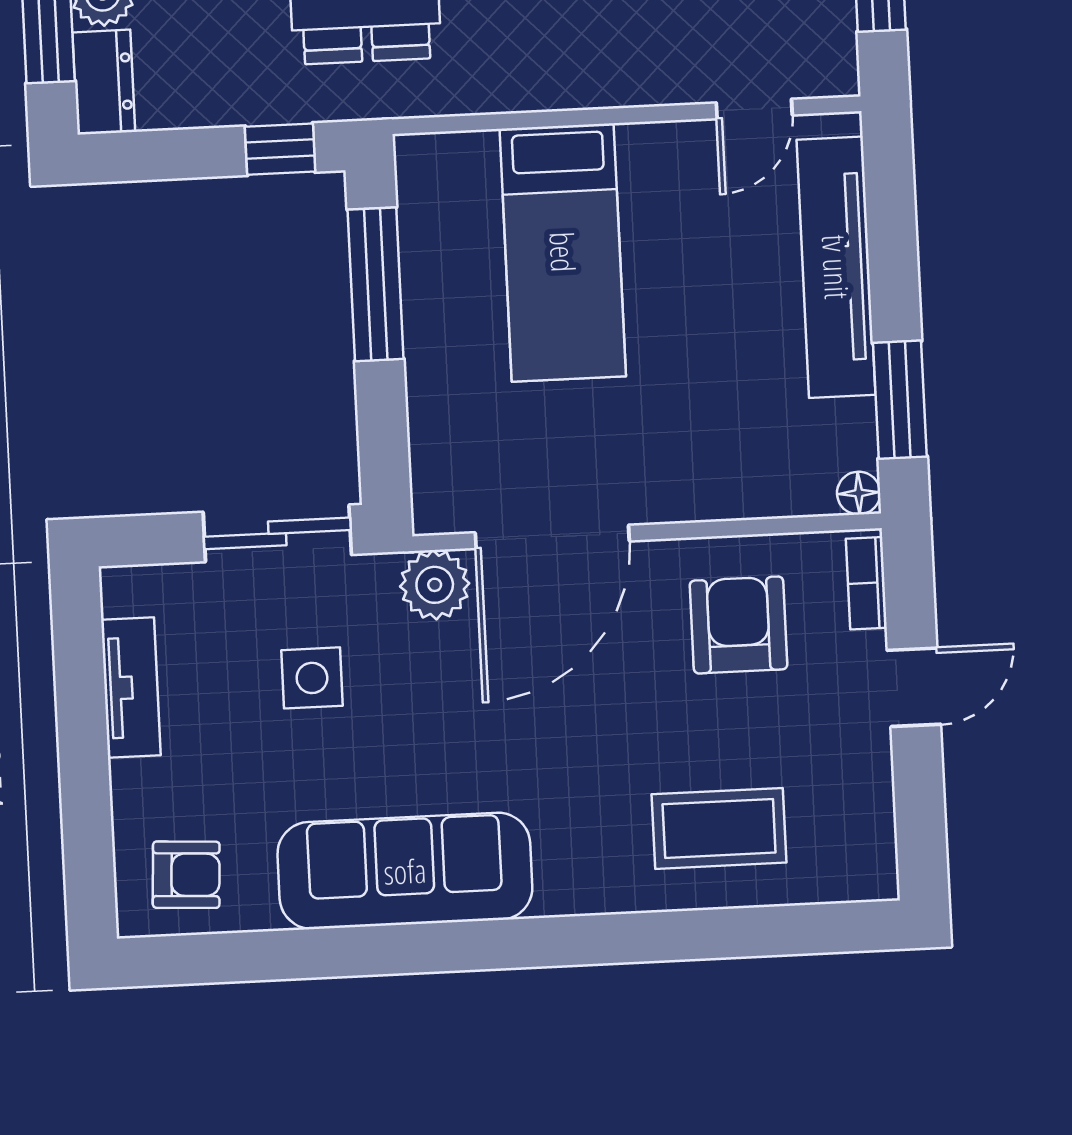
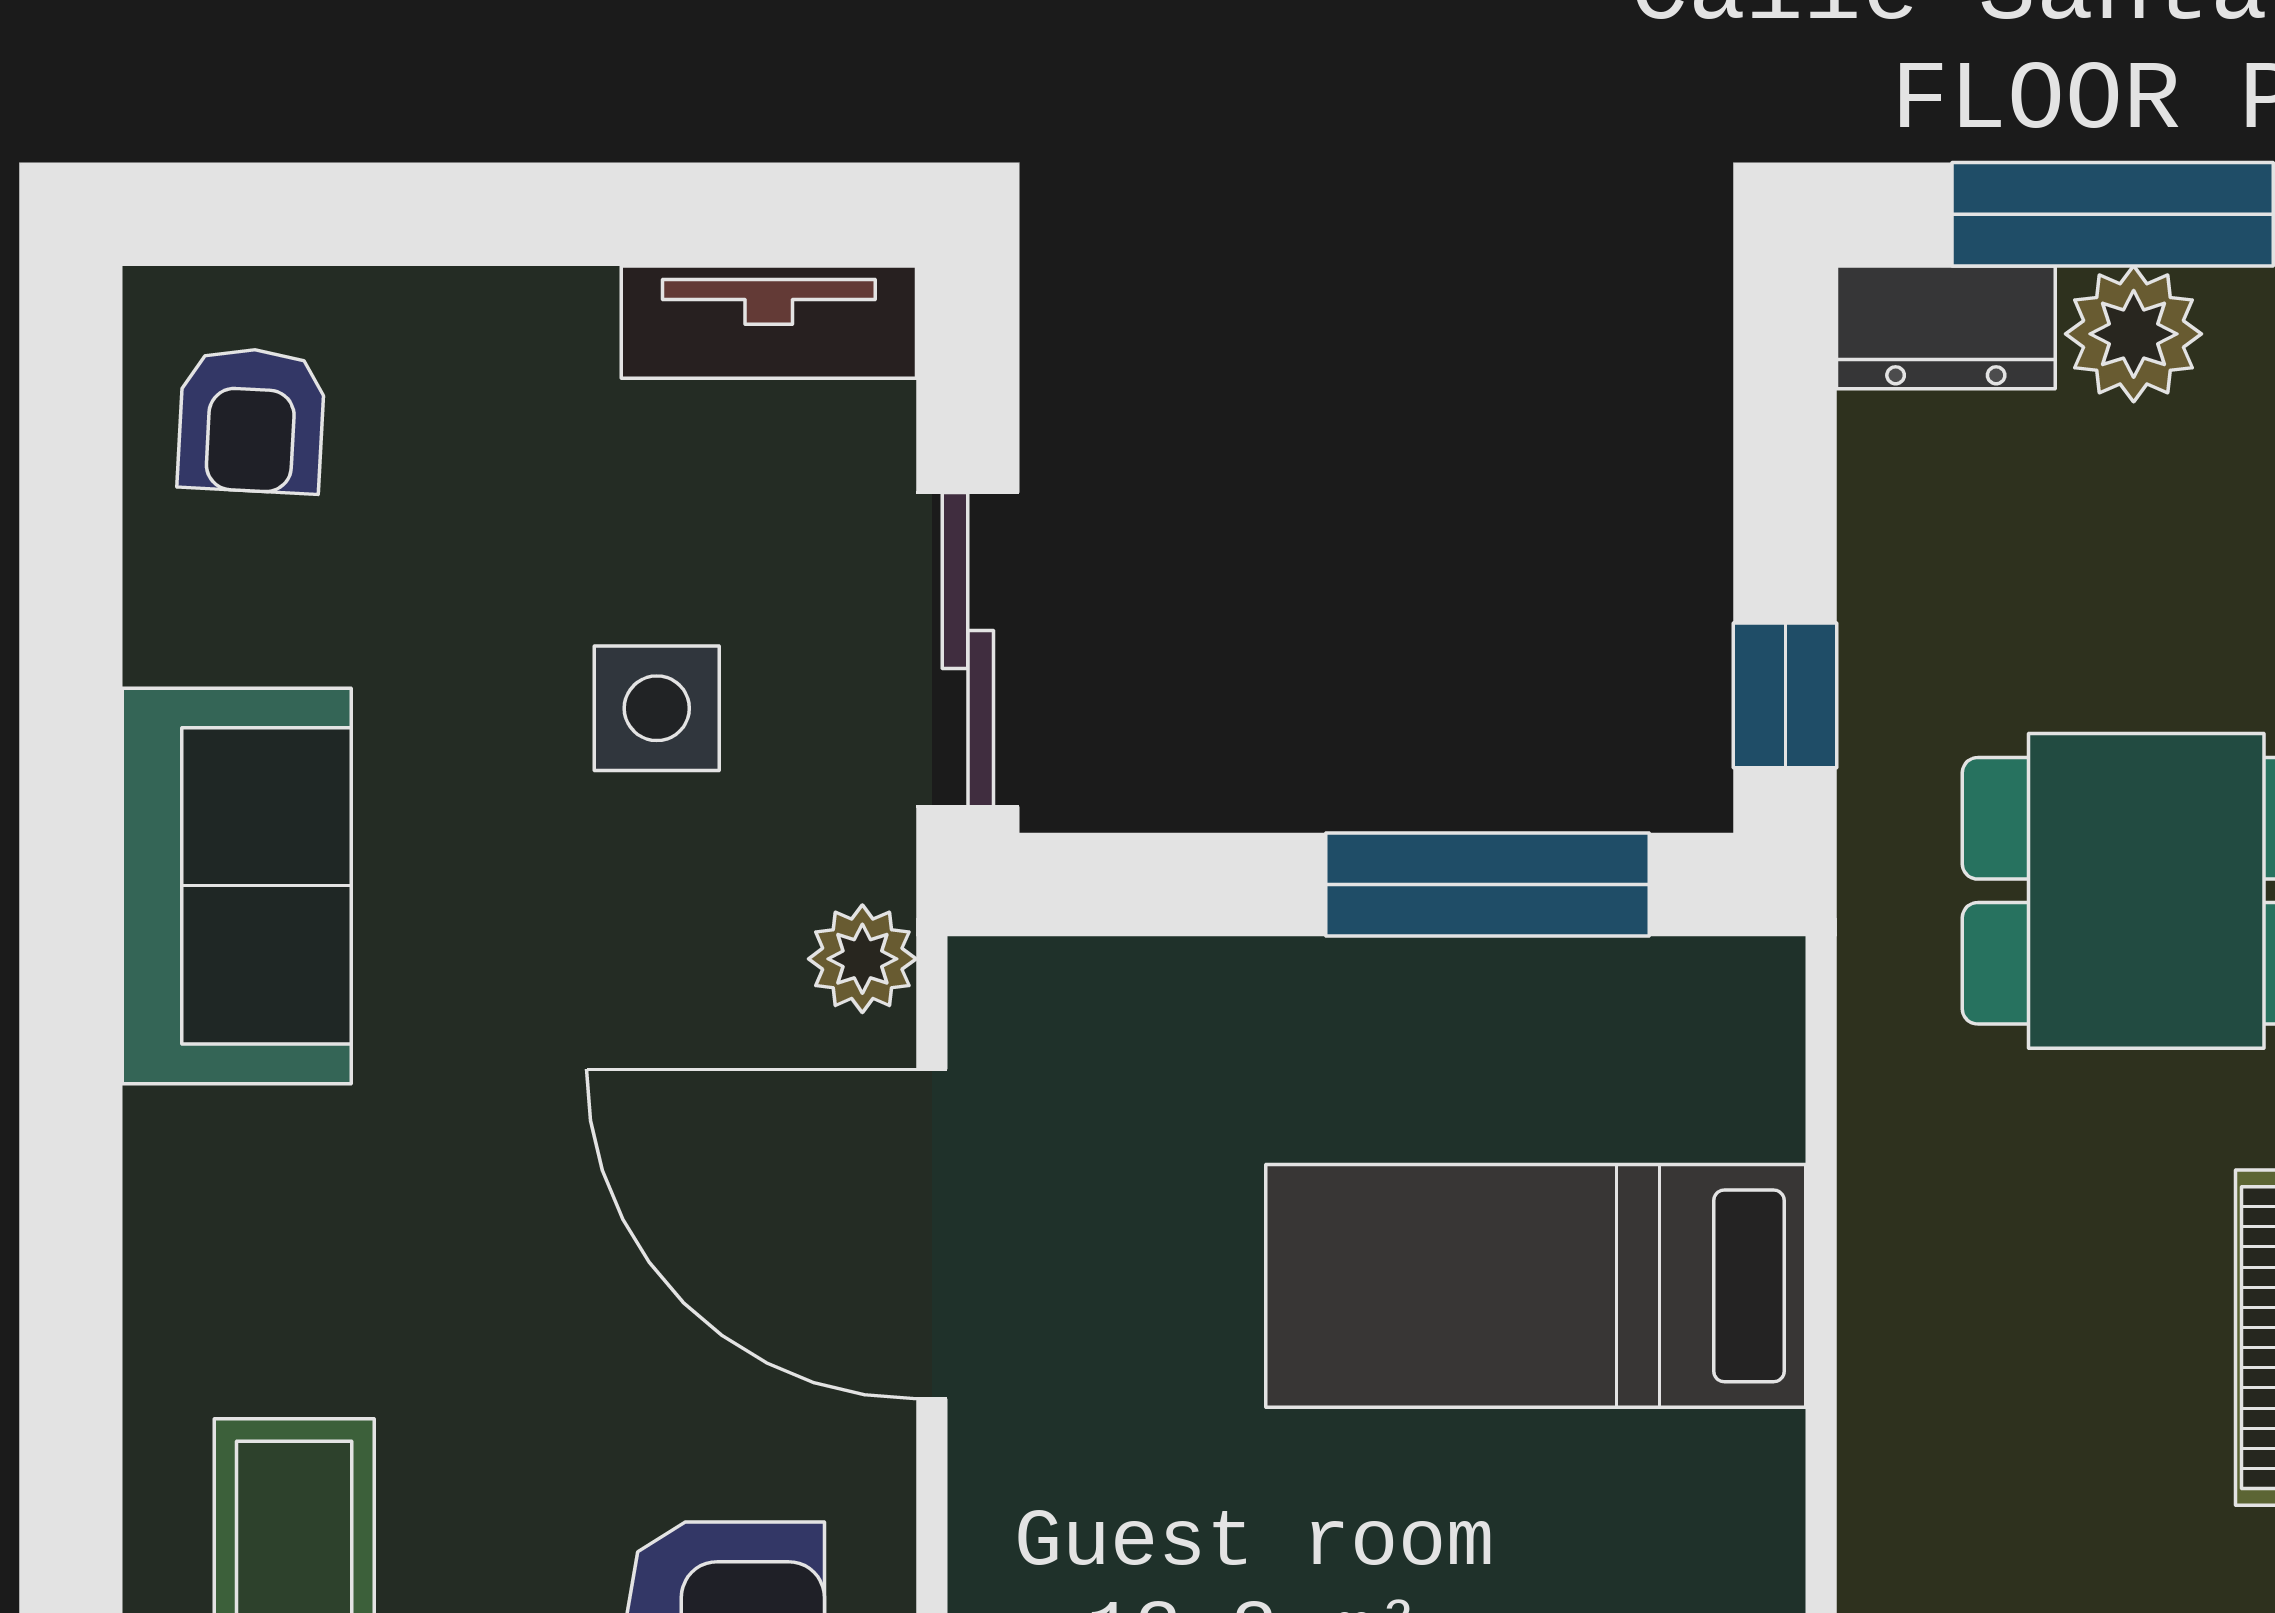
plant: (435, 585) -> (862, 959), width x0.73, depth x0.73
tv unit: (131, 687) -> (769, 322), moved
sofa: (405, 871) -> (237, 886), width x0.73

